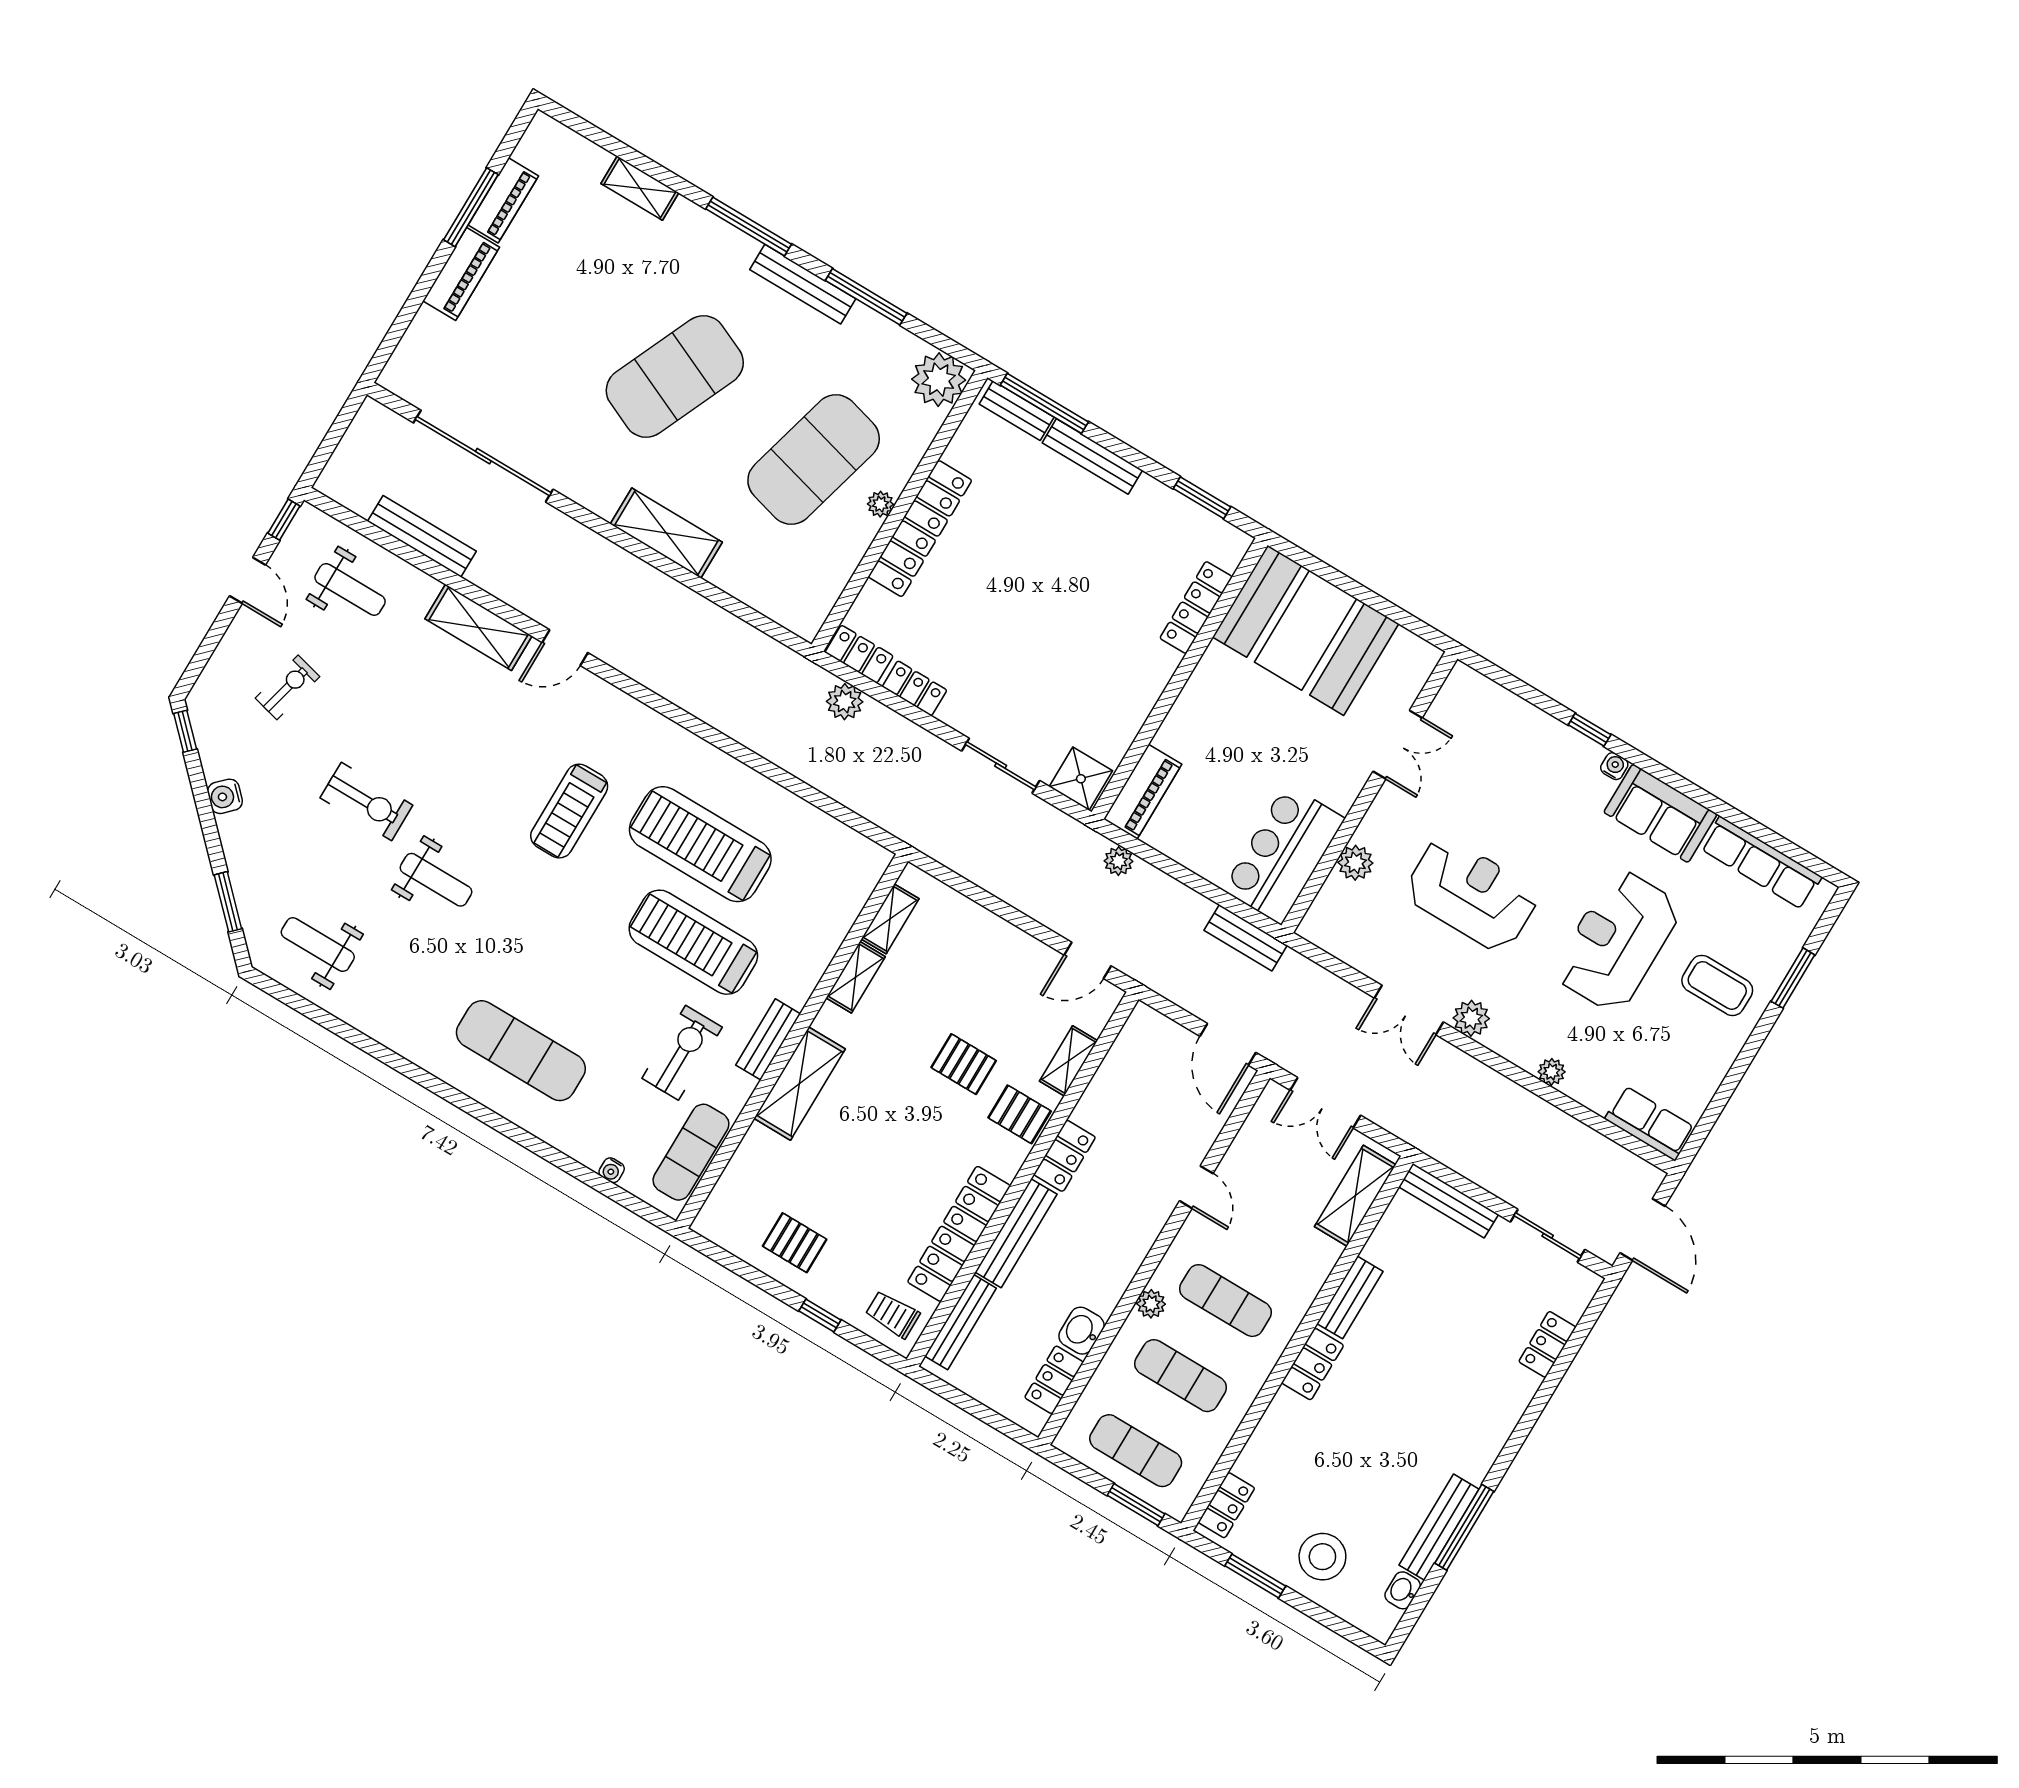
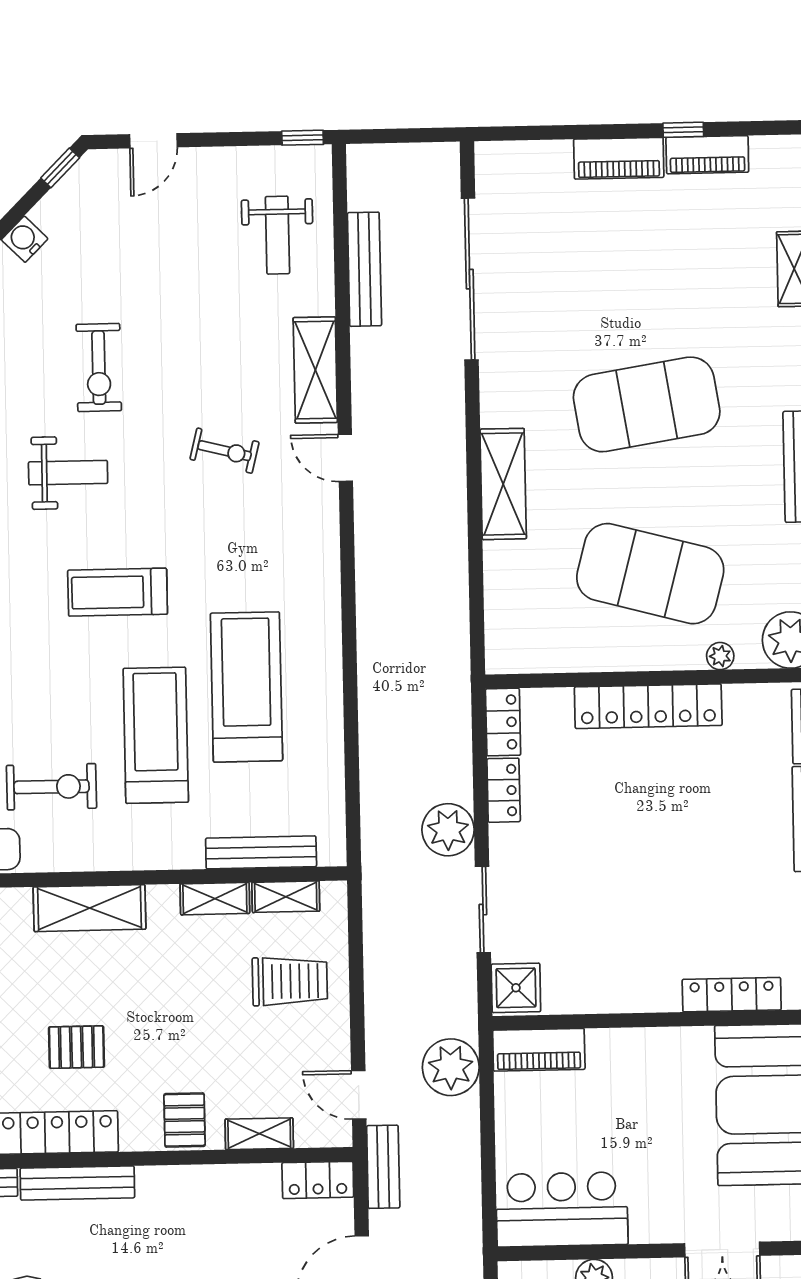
window: (471, 207) -> (683, 130), width x0.46
exercise mat: (675, 376) -> (647, 404), turned -33
plant: (880, 504) -> (720, 656), moved
door: (248, 580) -> (153, 141), moved
exercise bike: (287, 687) -> (225, 451), moved
plant: (845, 702) -> (448, 830), moved, width x1.36, depth x1.36
treadmill: (569, 811) -> (118, 592), moved
plant: (1119, 861) -> (451, 1067), width x1.87, depth x1.87
weight bench: (436, 880) -> (68, 473), turned -90
bench: (1246, 938) -> (383, 1167), moved
trolley: (961, 959) -> (290, 981), added
bench: (768, 1039) -> (261, 852), moved, width x1.36
pallet: (964, 1064) -> (76, 1047), moved, turned 90
locker: (1065, 1156) -> (318, 1180), moved

